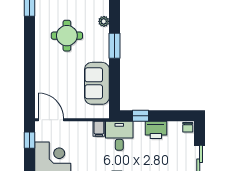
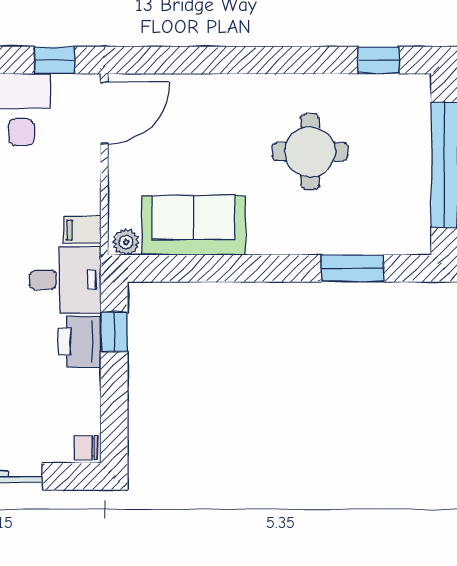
plant: (104, 21) -> (126, 242), moved
window: (115, 46) -> (353, 268), moved
printer: (156, 130) -> (79, 342), moved

